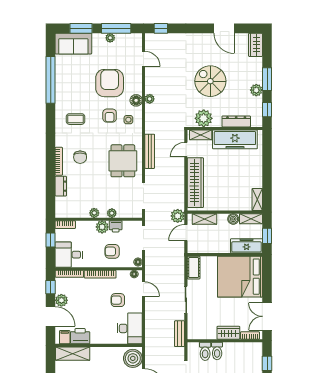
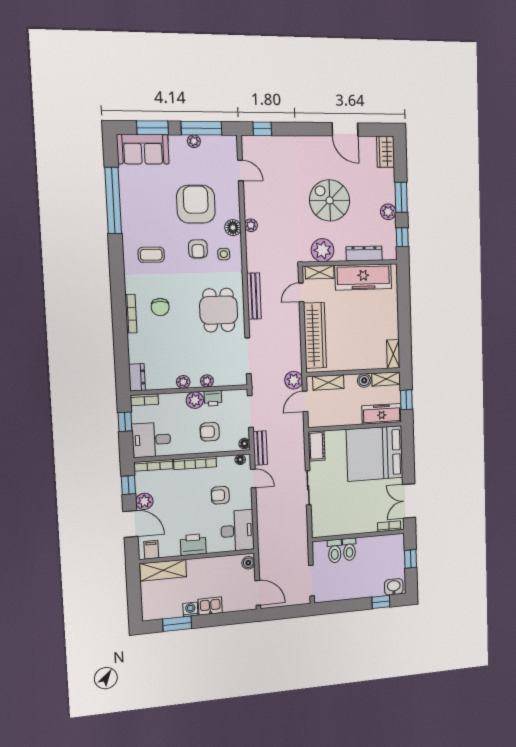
dresser: (61, 186) -> (137, 377), moved
wardrobe: (228, 333) -> (363, 525), removed
bench: (180, 334) -> (260, 448), moved
printer: (80, 336) -> (193, 545), moved
boiler: (133, 358) -> (248, 563), width x0.54, depth x0.54

